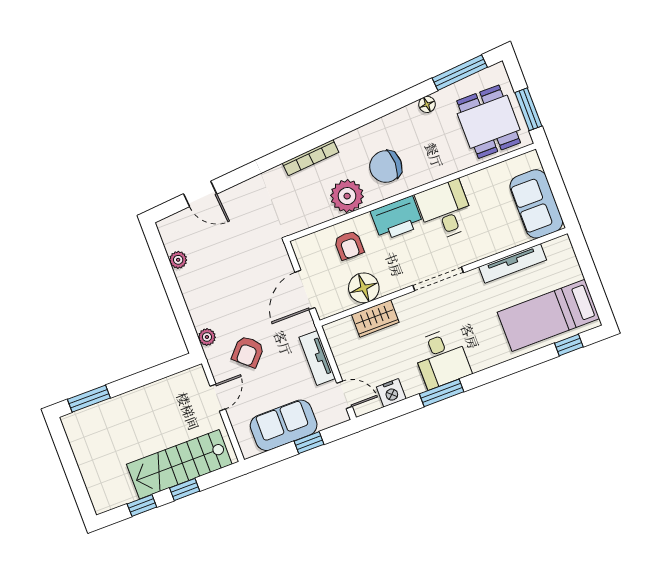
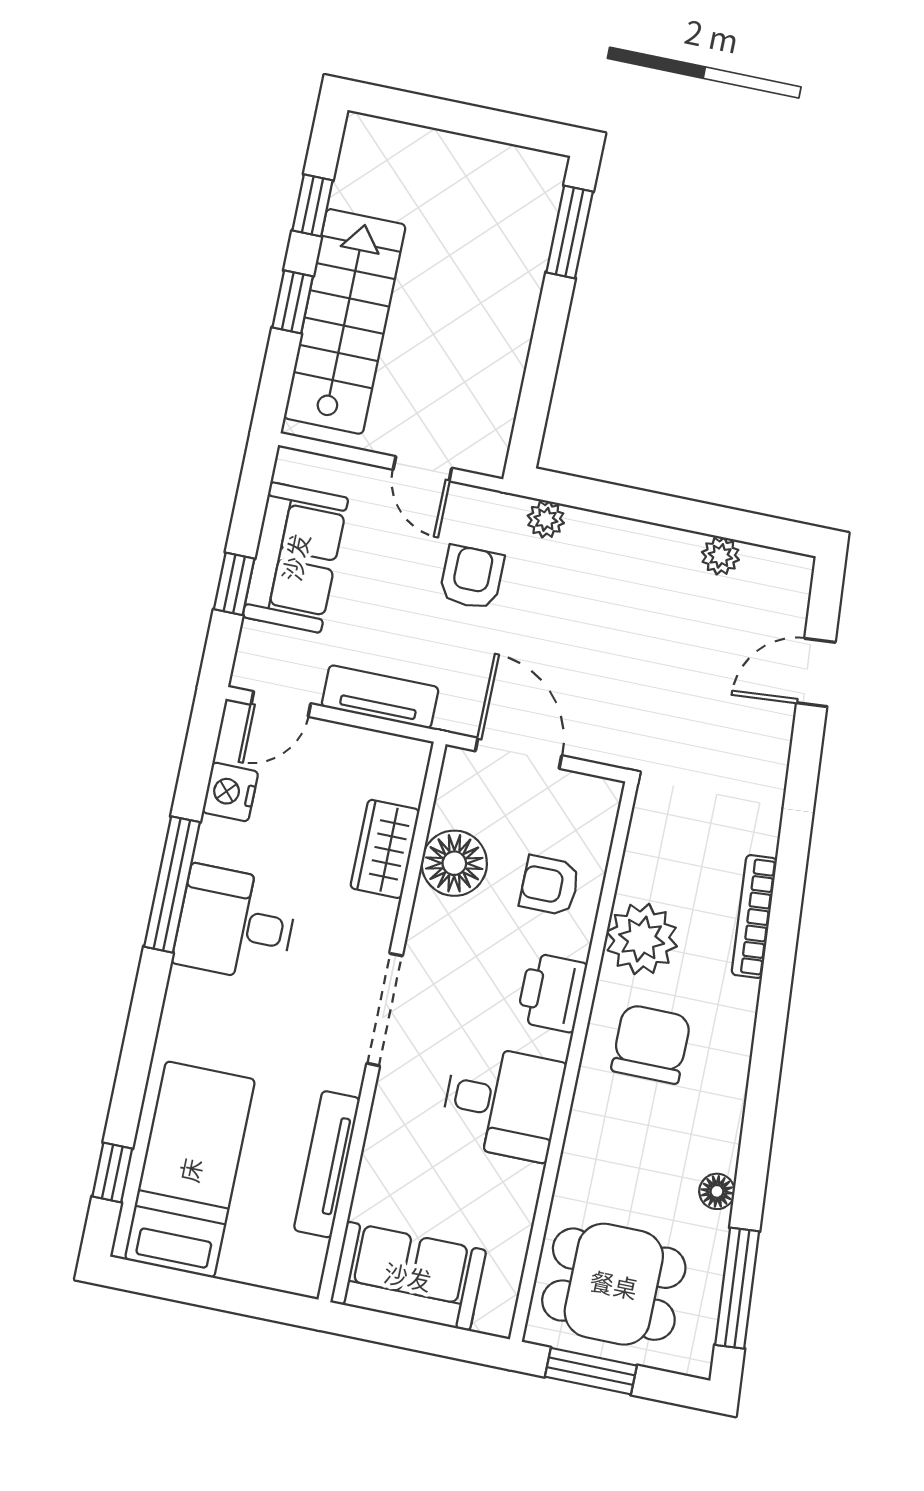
printer: (397, 218) -> (552, 992), width x0.73, depth x0.84
armchair: (248, 352) -> (472, 577), turned 48
window: (442, 393) -> (172, 884), width x1.44

